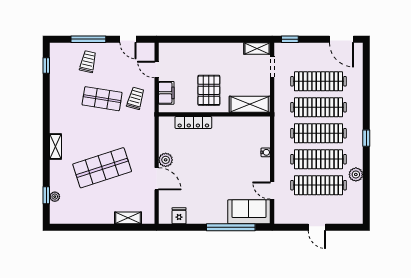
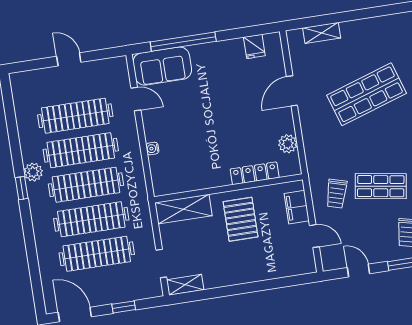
window: (290, 39) -> (124, 307), moved
plant: (166, 160) -> (288, 144), moved
plant: (356, 174) -> (33, 172), moved
door: (157, 179) -> (292, 91), hinge flipped

